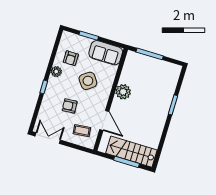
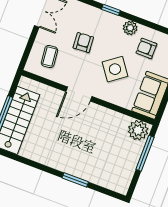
plant: (123, 92) -> (138, 130), moved
door: (104, 121) -> (79, 94), moved

